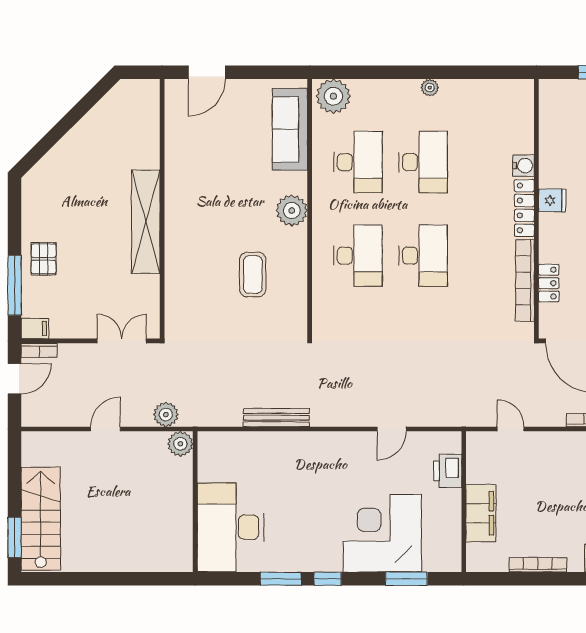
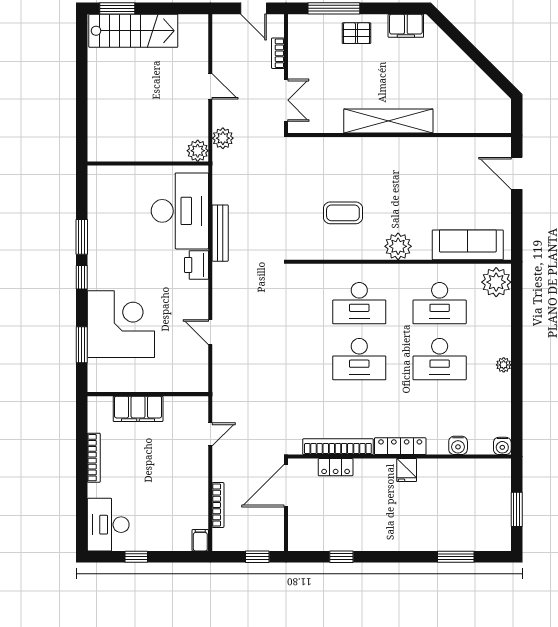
water cooler: (524, 89) -> (502, 446), added
water cooler: (523, 166) -> (458, 445), moved
filing cabinet: (35, 329) -> (406, 26), moved, width x2.00
bookcase: (39, 350) -> (278, 53), moved
printer: (448, 471) -> (196, 265), moved, turned -90
desk: (231, 527) -> (180, 211), moved, turned 90

